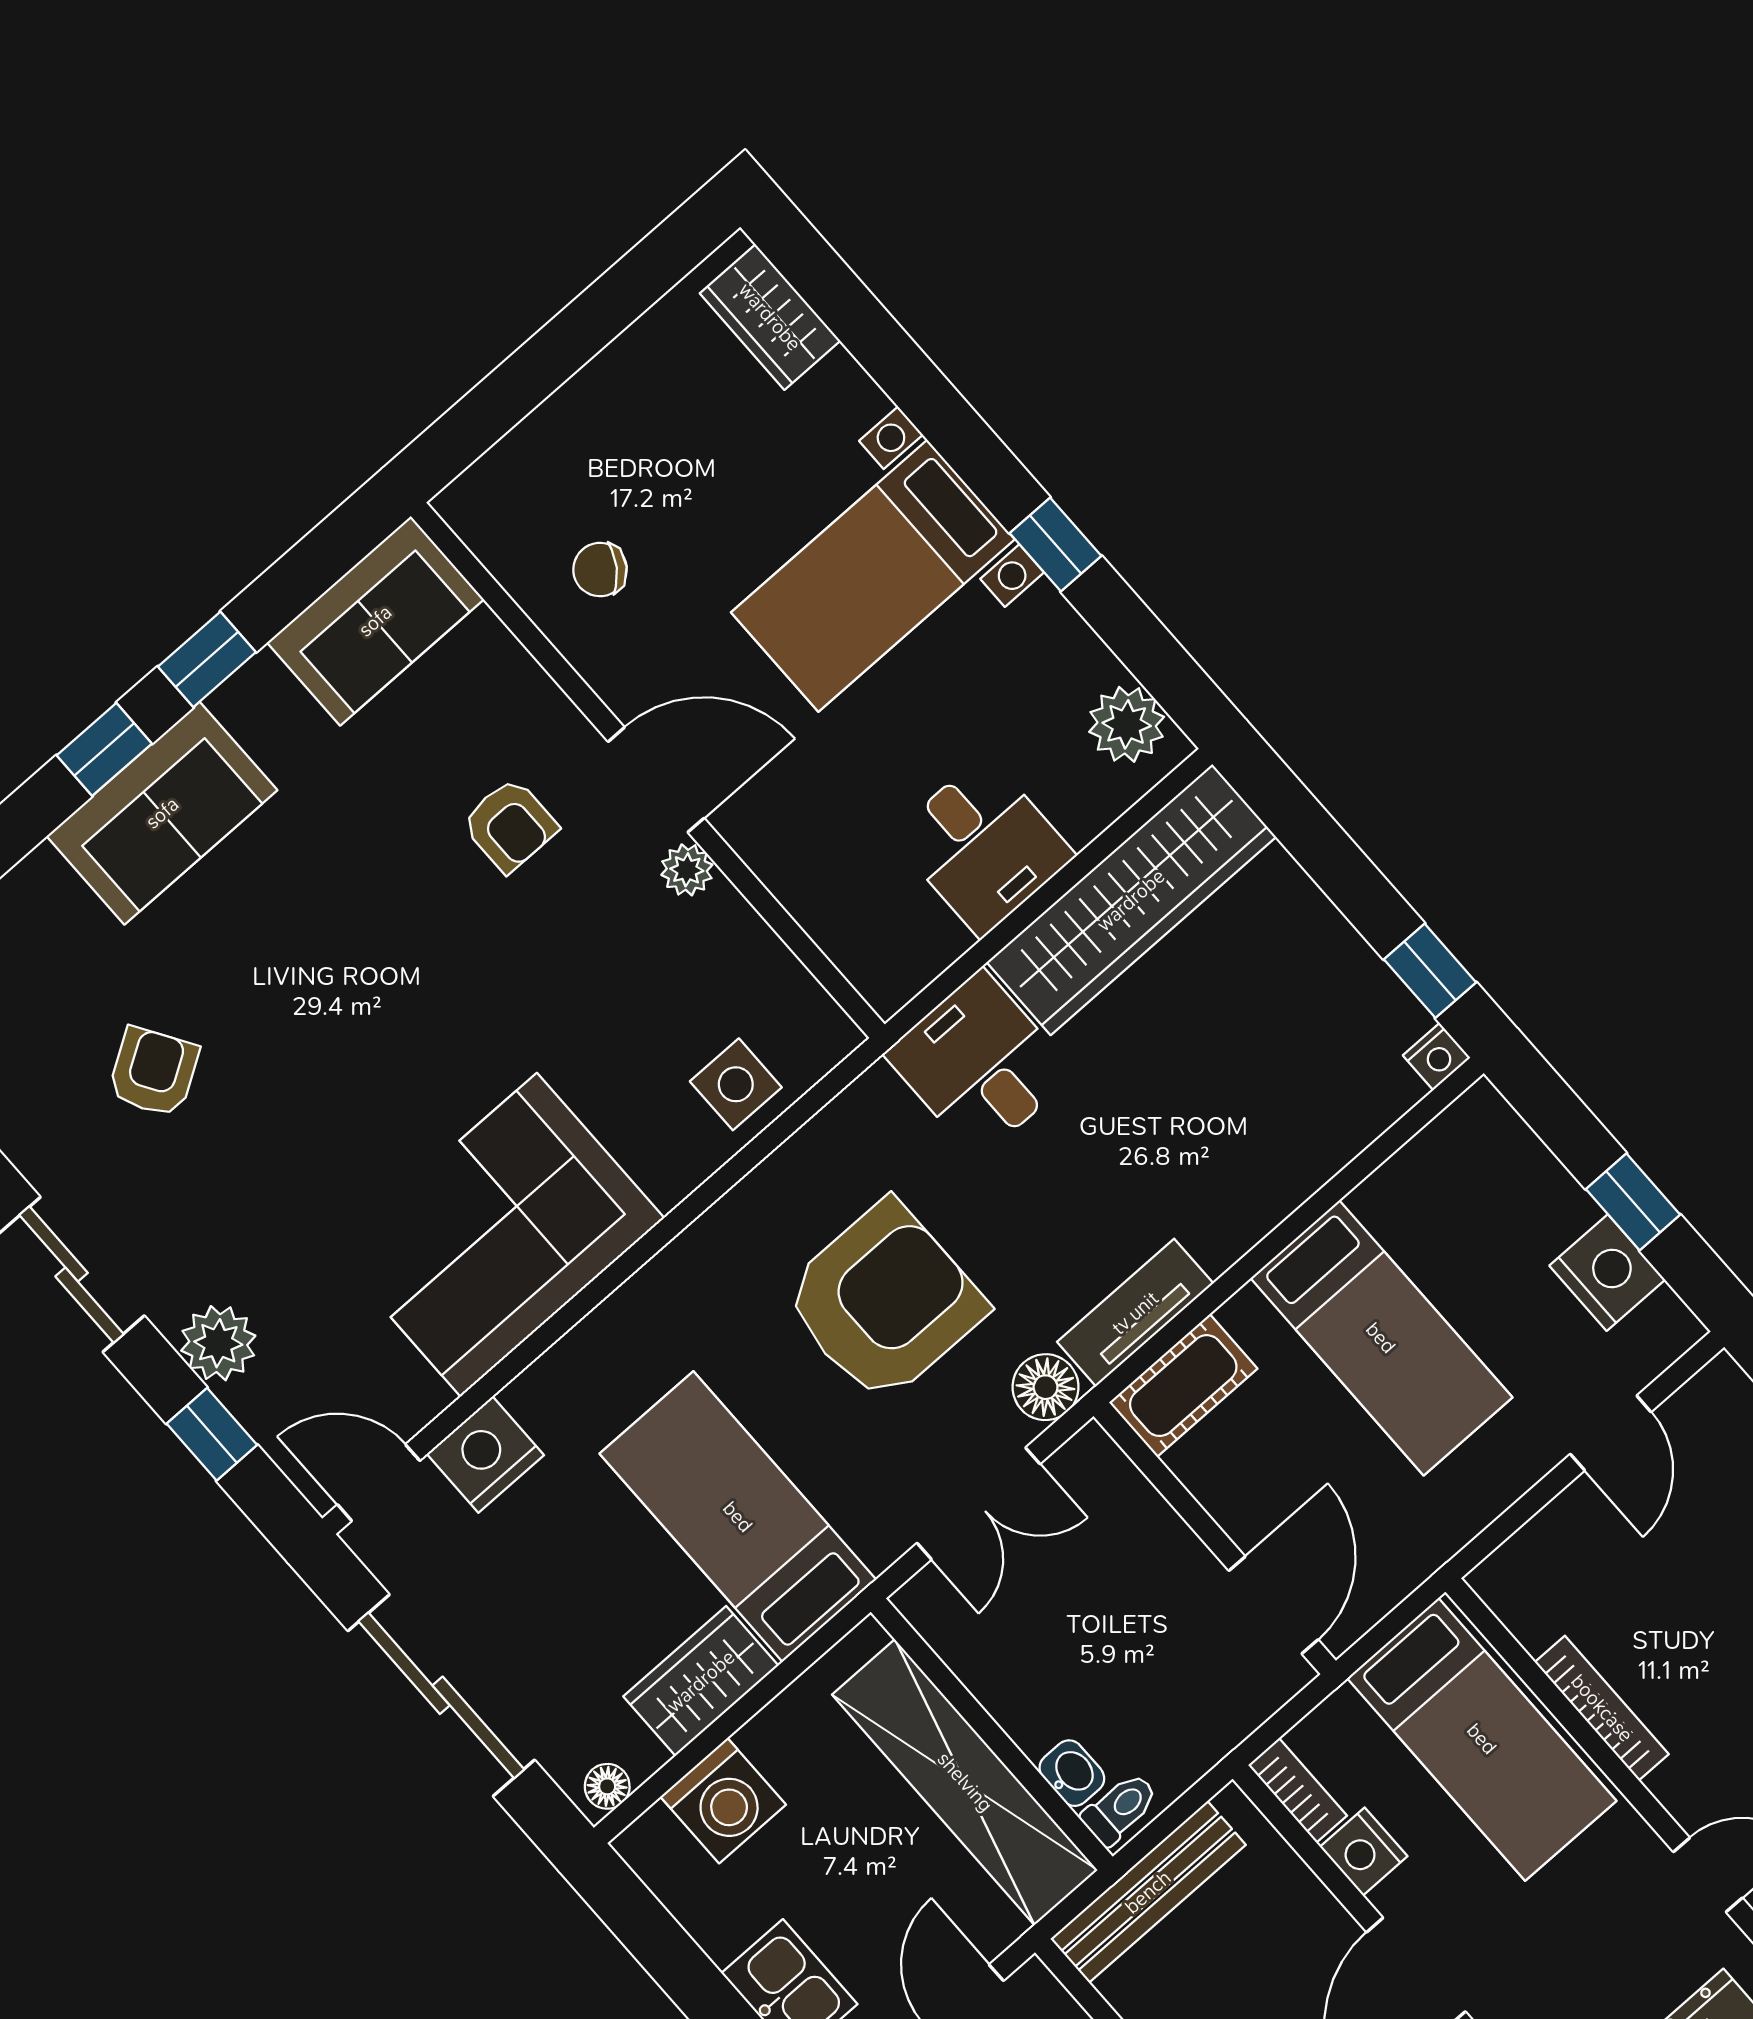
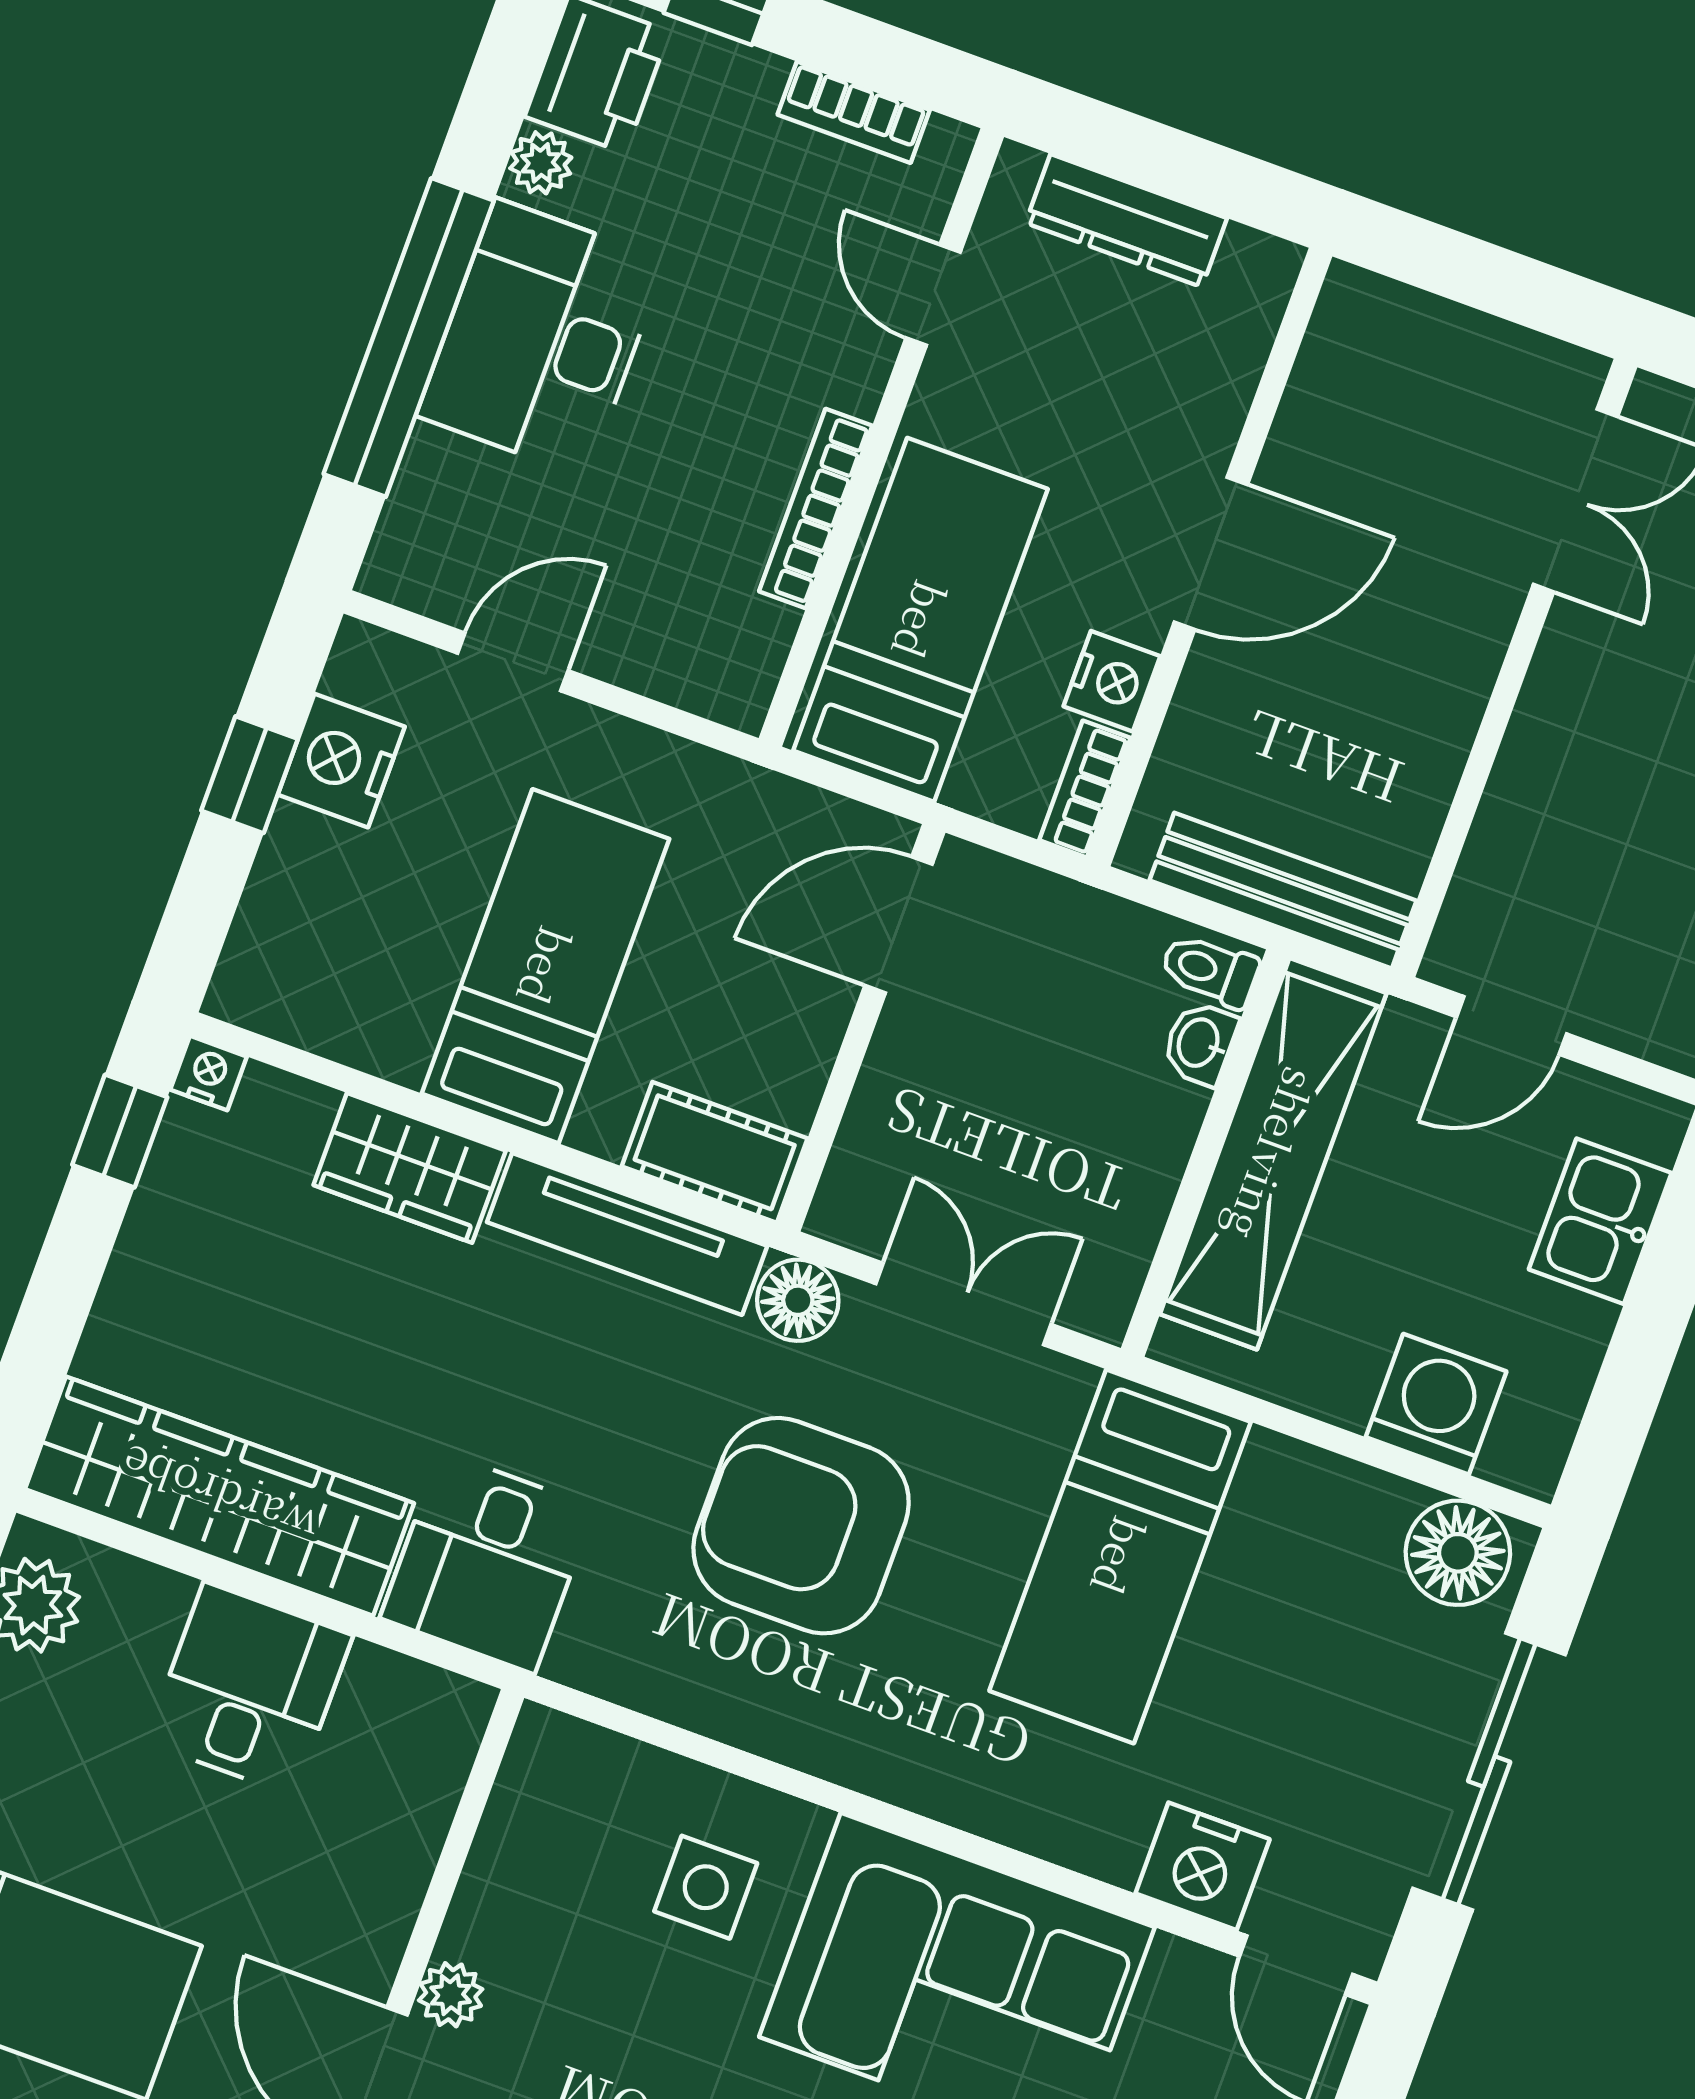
side table: (736, 1084) -> (706, 1887), moved
tv unit: (1135, 1313) -> (627, 1234), width x1.41
wardrobe: (701, 1681) -> (410, 1168), moved
floor lamp: (607, 1786) -> (1458, 1553), width x1.89, depth x1.89

